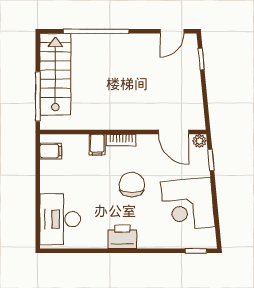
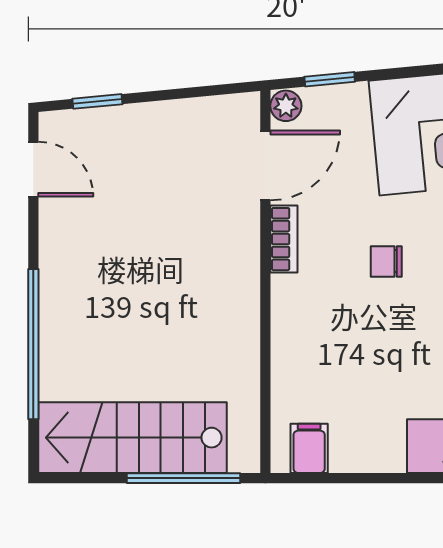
bookcase: (121, 140) -> (284, 239), moved
filing cabinet: (97, 145) -> (295, 341), removed
chair: (132, 185) -> (386, 261), width x0.54, depth x0.54

